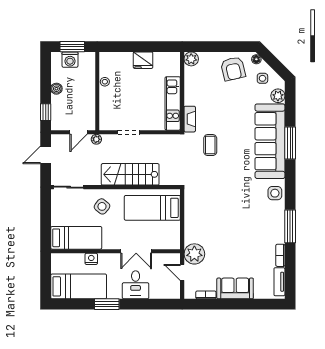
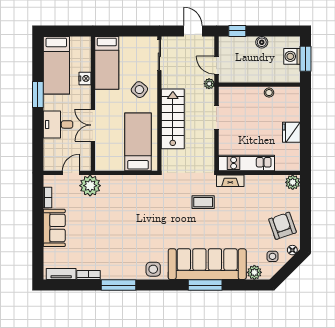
armchair: (233, 69) -> (282, 226), turned 84

